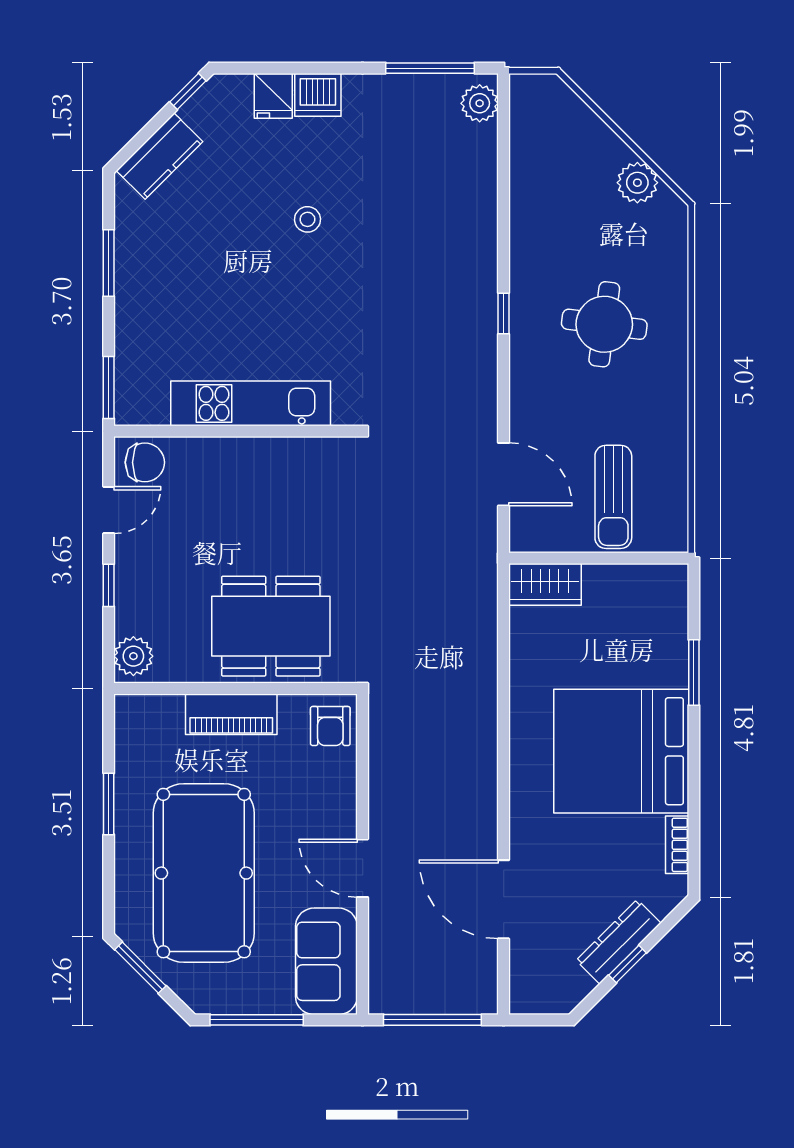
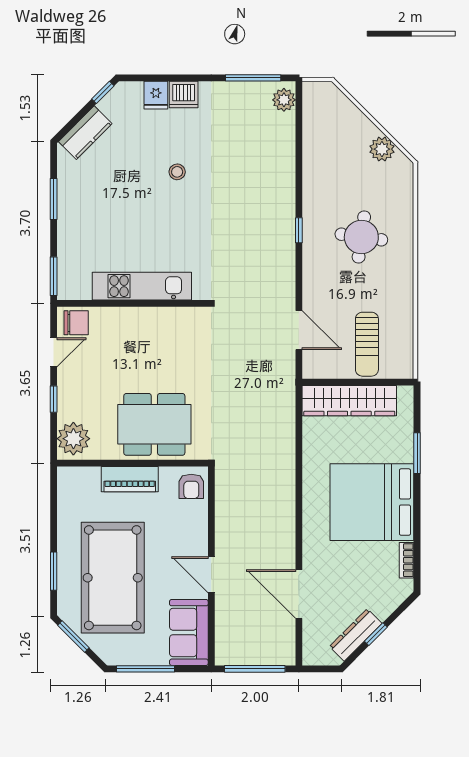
wardrobe: (545, 584) -> (349, 401), width x2.10, depth x1.17
plant: (133, 656) -> (73, 439), width x1.36, depth x1.36
window: (109, 804) -> (54, 571), moved
dresser: (619, 942) -> (356, 635), moved

